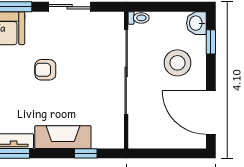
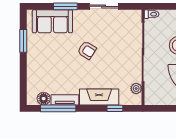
armchair: (45, 70) -> (87, 50), turned -148
plant: (116, 125) -> (136, 89), added

